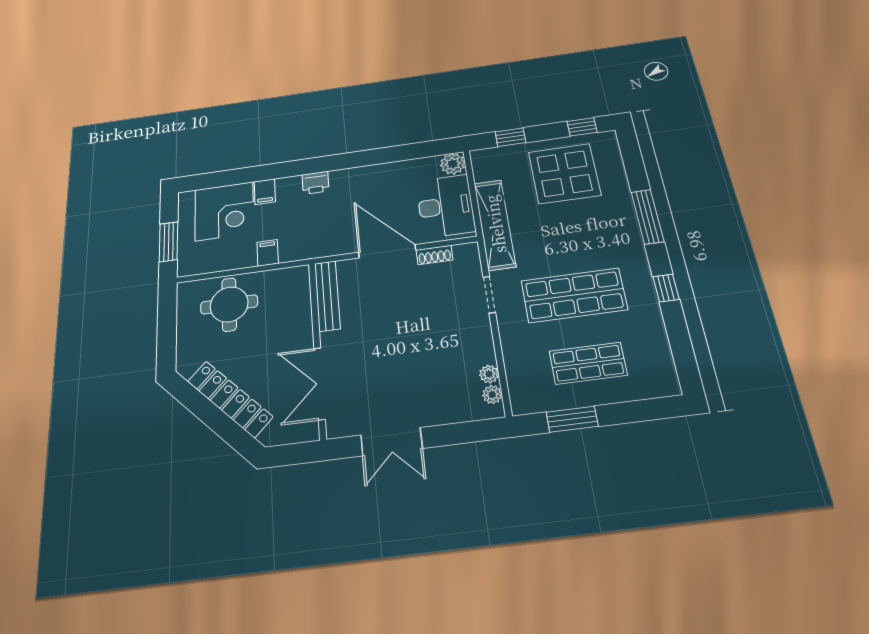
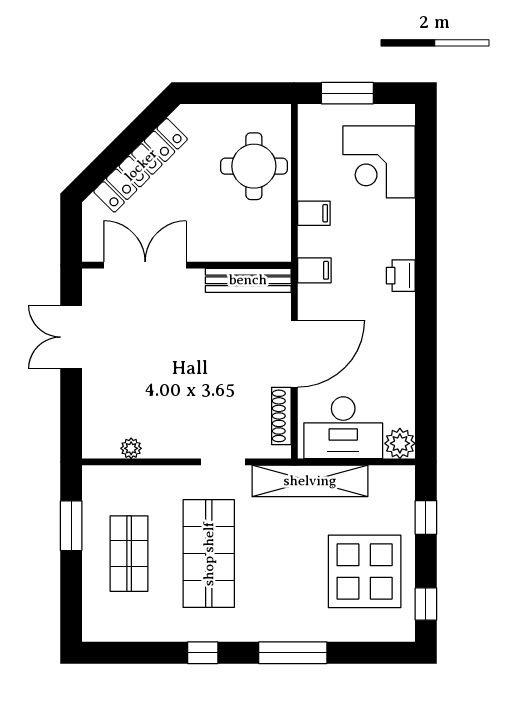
filing cabinet: (265, 192) -> (314, 270), moved, turned 180
shoe rack: (434, 255) -> (281, 416), width x1.43
plant: (492, 395) -> (108, 448), removed

